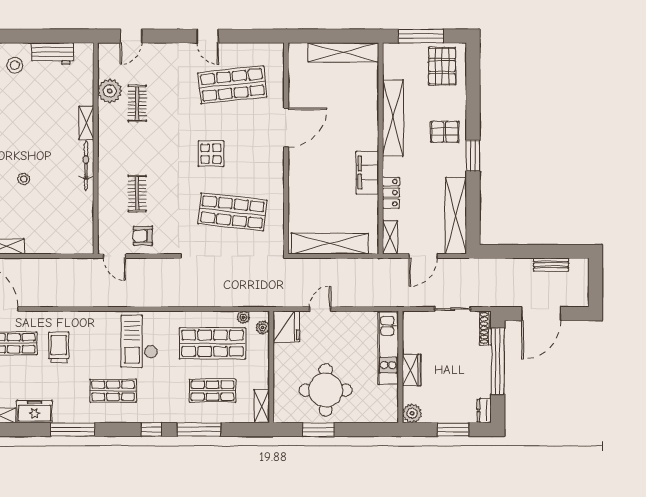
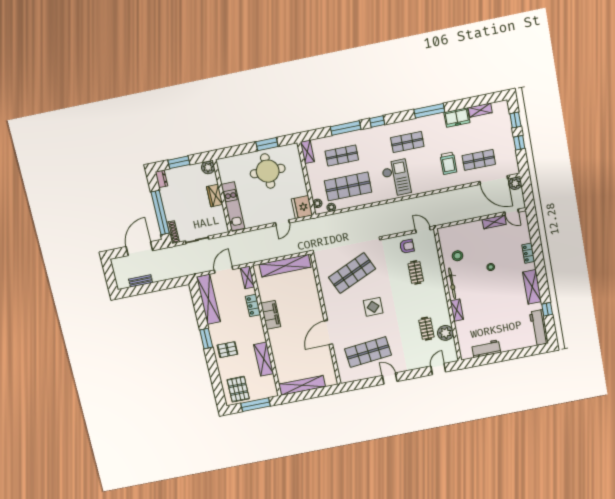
stool: (15, 65) -> (457, 256), moved
shelving: (393, 118) -> (264, 359), width x0.68
shop shelf: (232, 212) -> (352, 273), turned -30

